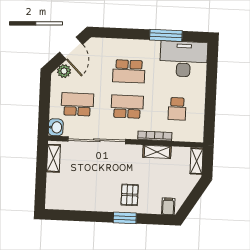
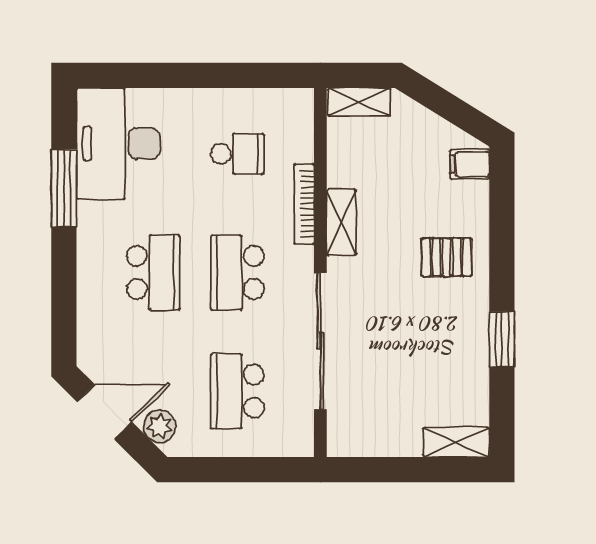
washbasin: (56, 127) -> (294, 440), removed
shelving: (157, 152) -> (341, 222), moved
shelving: (53, 158) -> (456, 442), moved
window: (125, 218) -> (502, 339), moved

